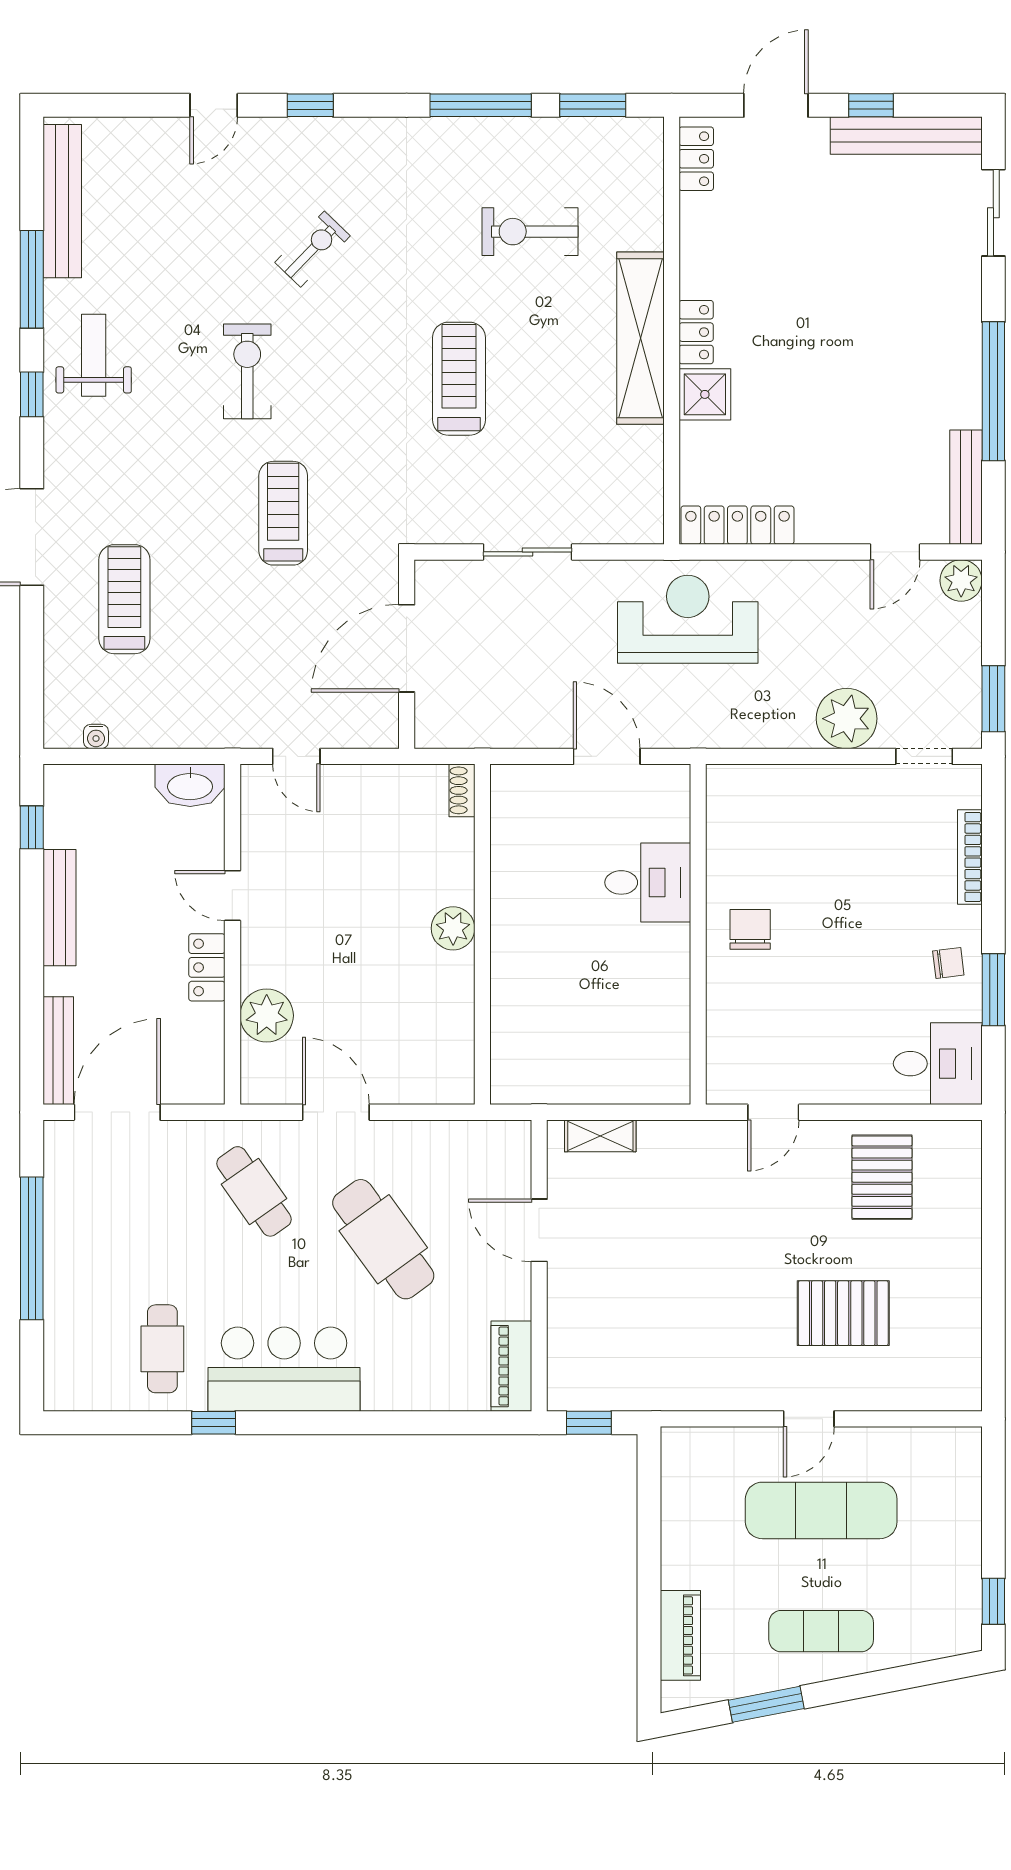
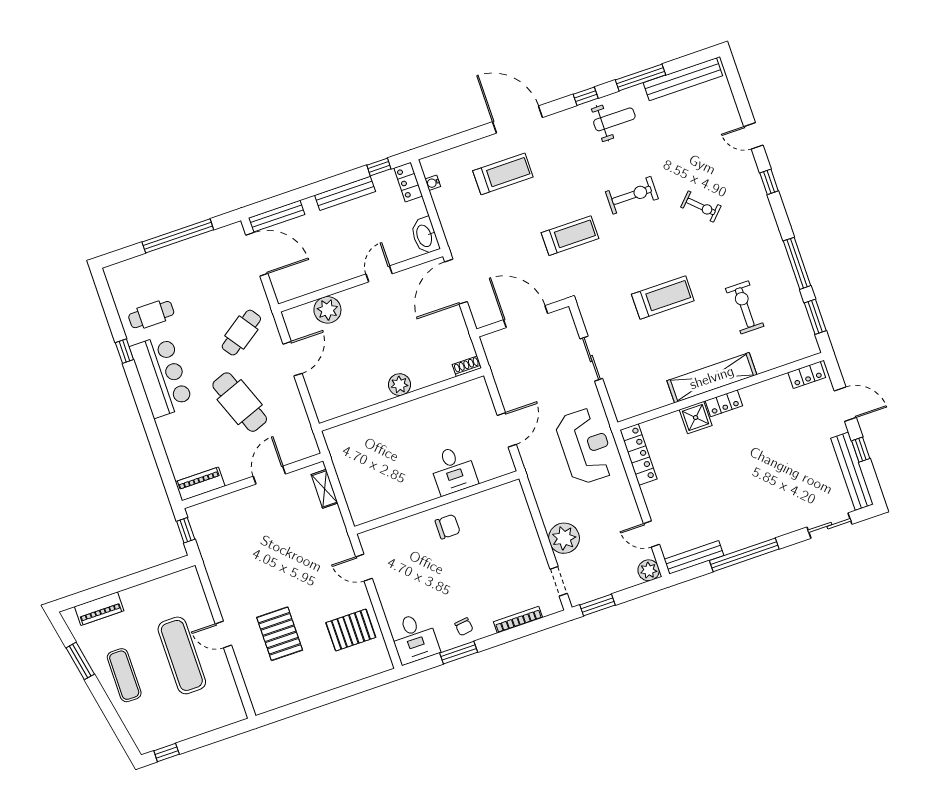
door: (296, 756) -> (456, 282), width x1.87
locker: (207, 967) -> (408, 182), moved, turned -90
cafe table: (383, 1239) -> (240, 402), turned -75

